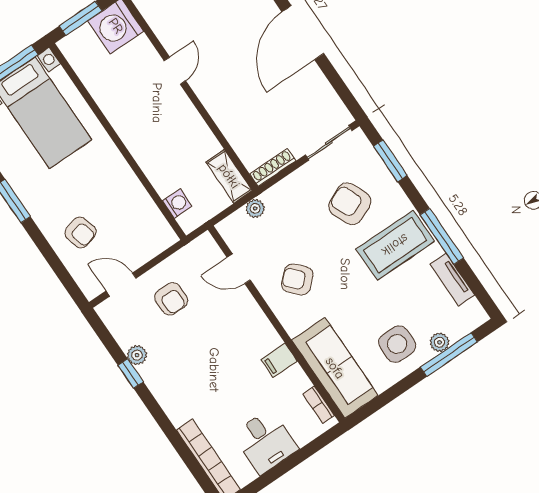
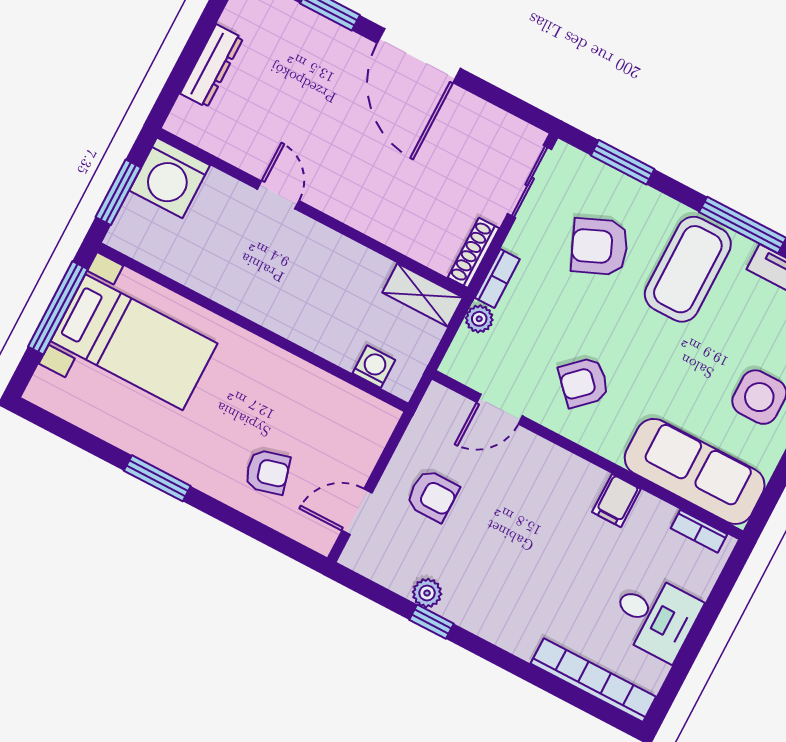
bookcase: (279, 190) -> (497, 278), added

